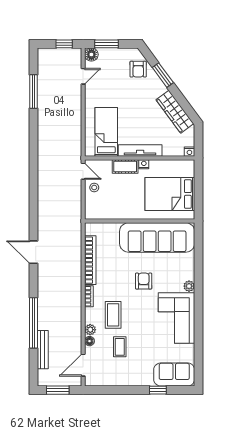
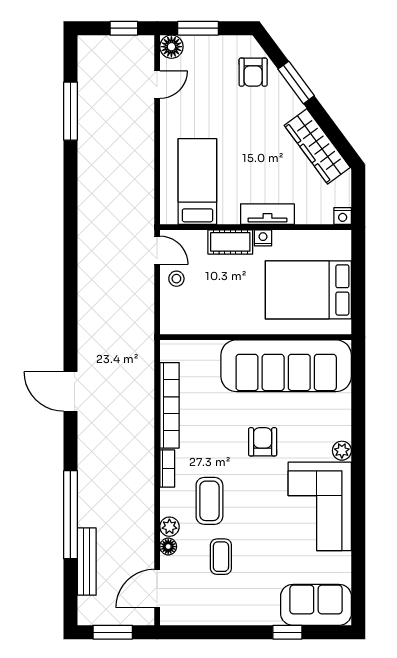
tv unit: (140, 150) -> (267, 214), width x0.71

